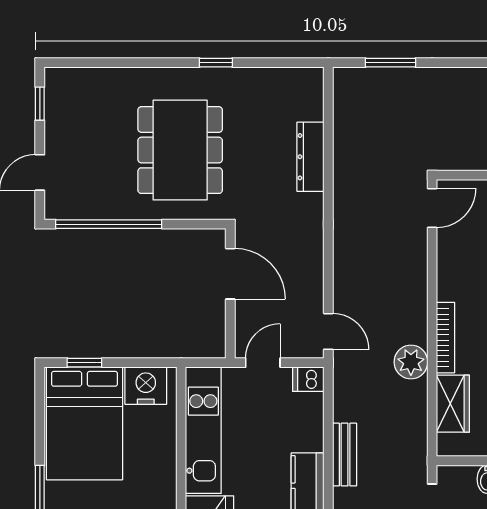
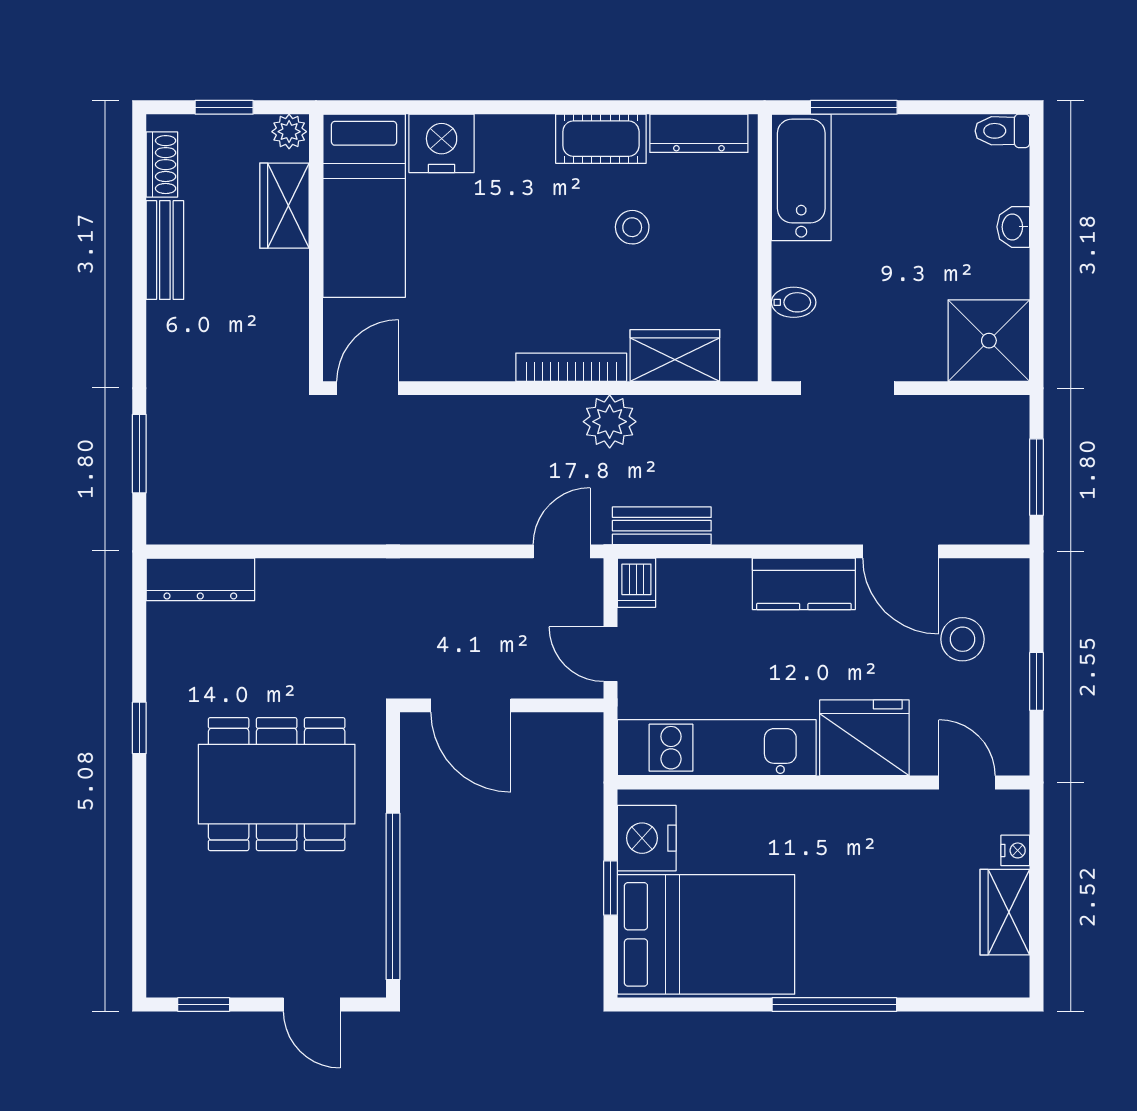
dresser: (310, 157) -> (200, 579), moved
door: (432, 208) -> (368, 388), hinge flipped
door: (230, 274) -> (471, 705), swing flipped
window: (84, 363) -> (611, 888), moved
bench: (345, 455) -> (662, 526), moved

